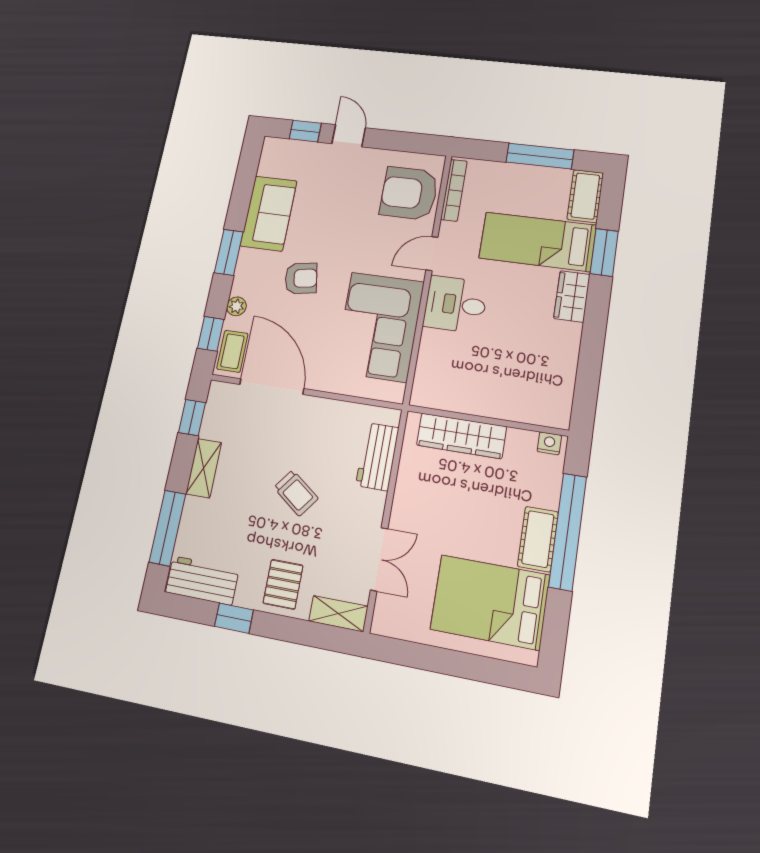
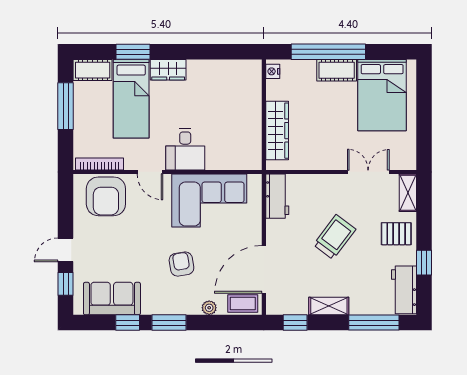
sofa: (269, 213) -> (112, 299), moved
window: (211, 334) -> (128, 323), moved
workbench: (377, 457) -> (277, 196), moved, turned -90
trolley: (296, 493) -> (335, 237), width x1.36, depth x1.39

